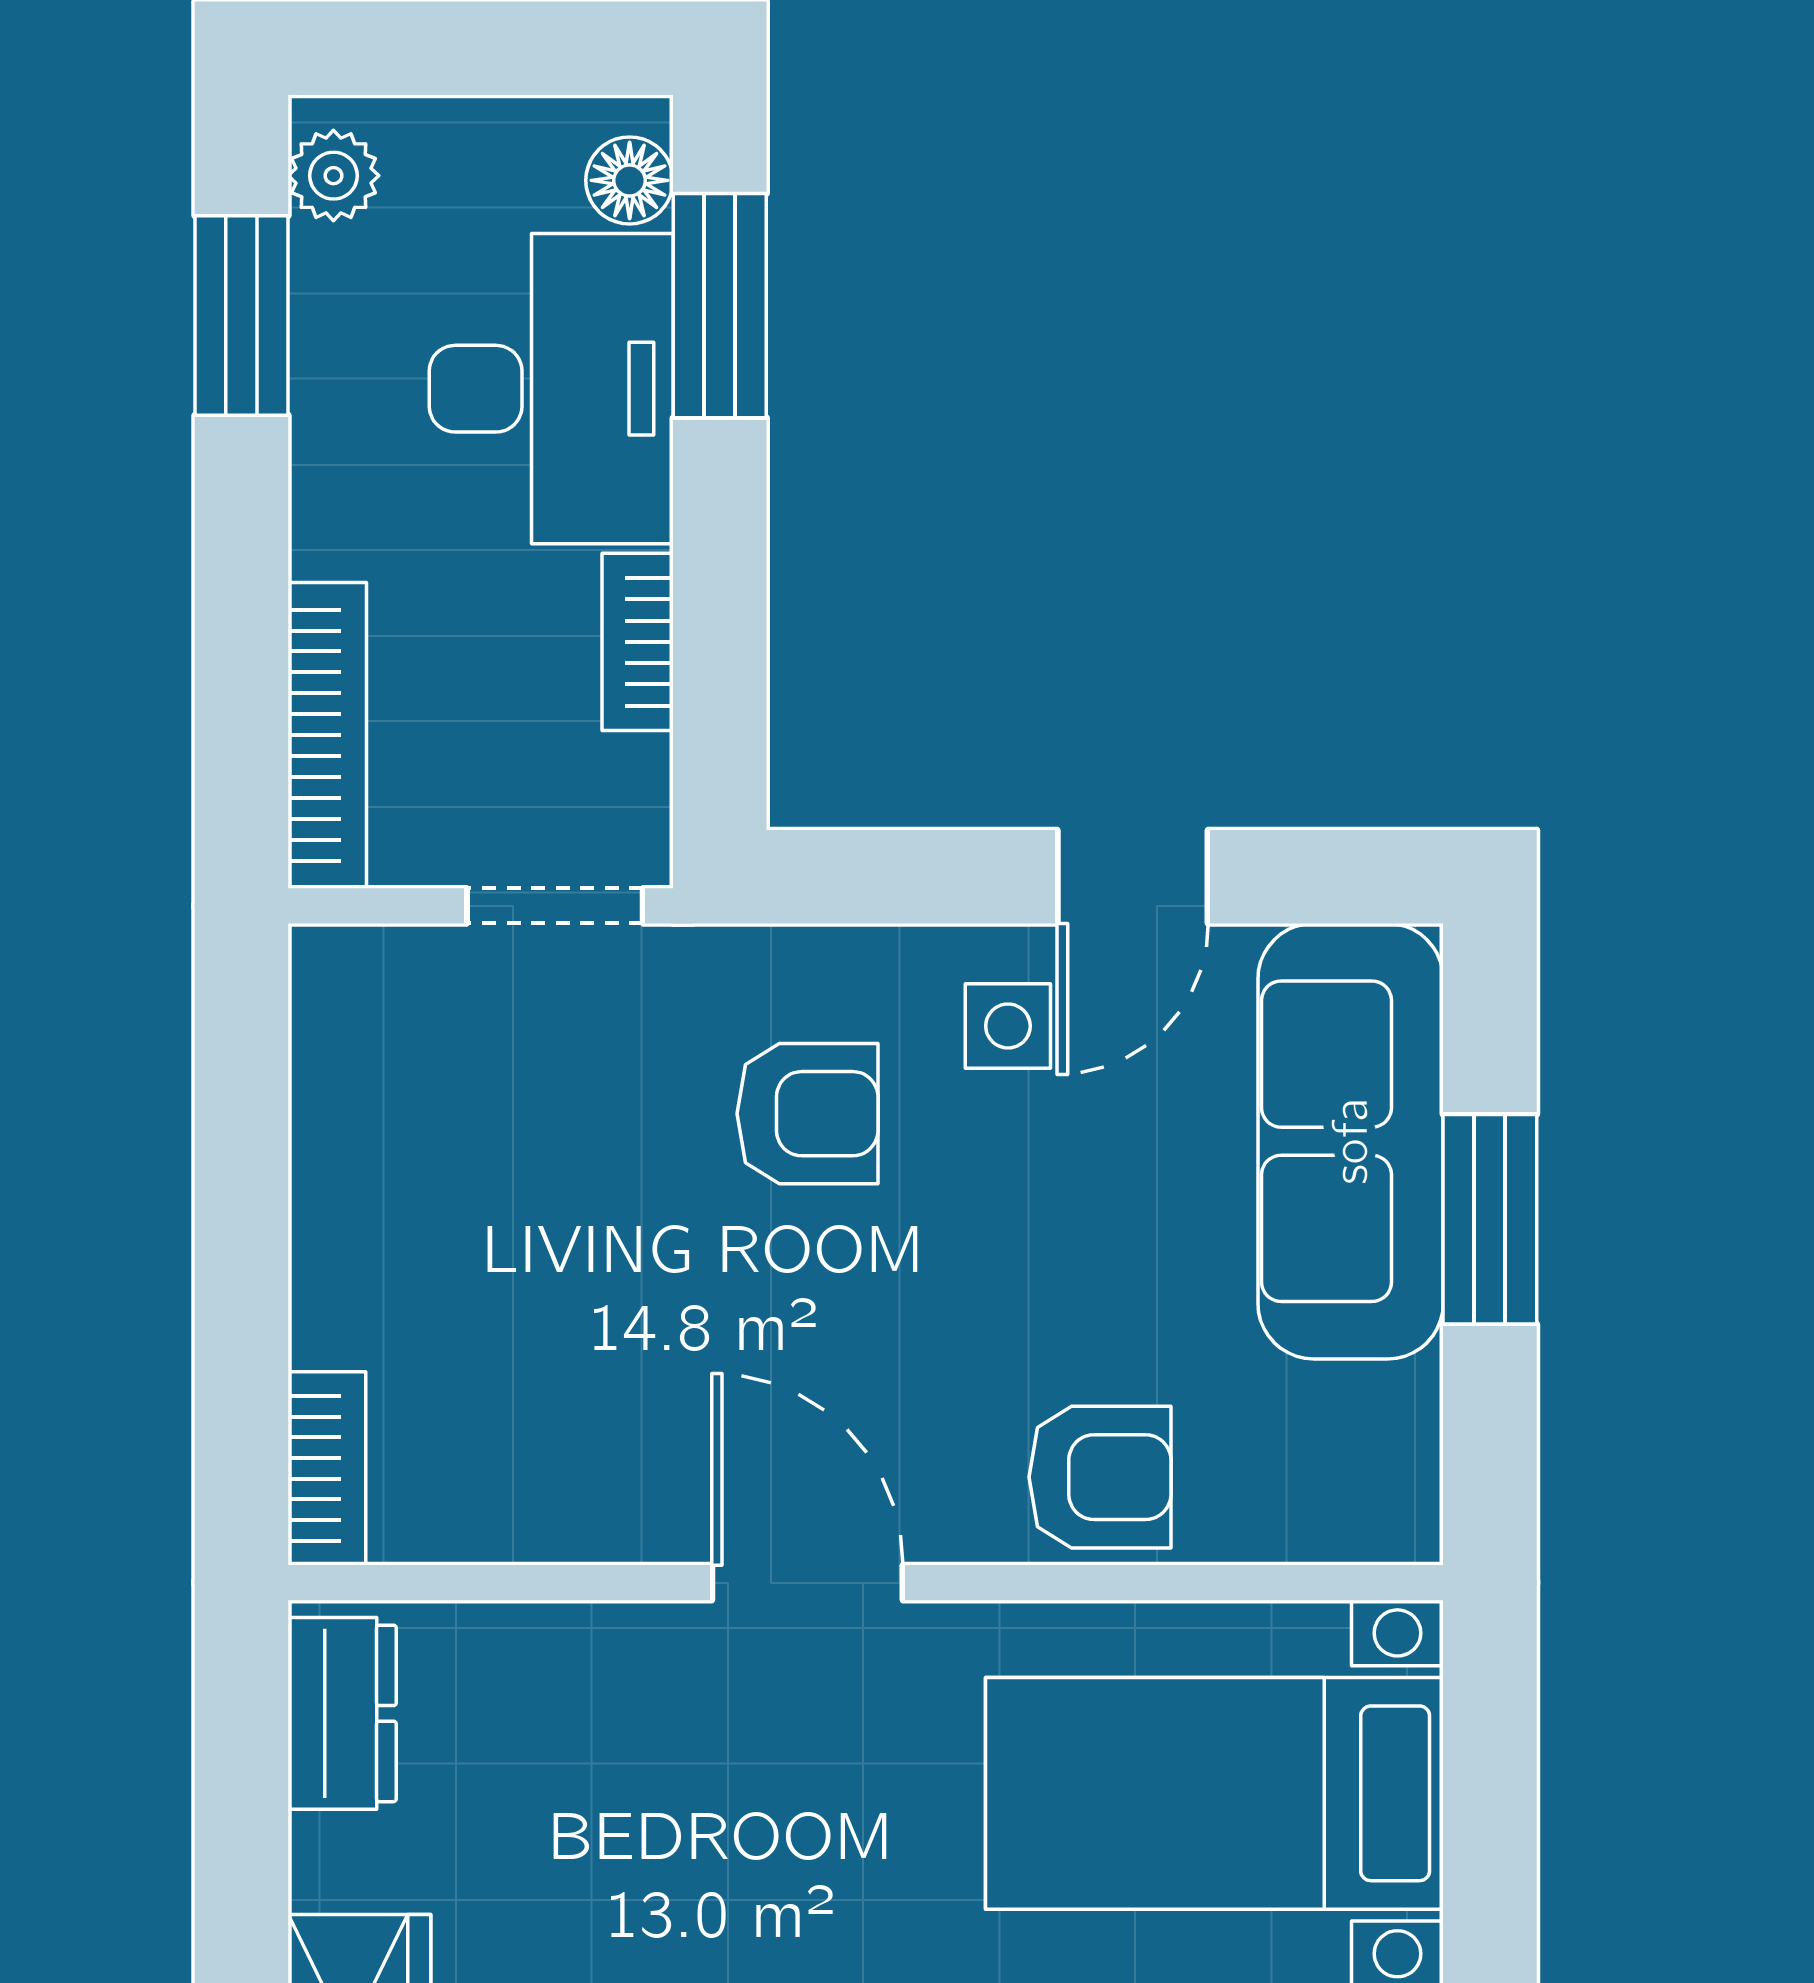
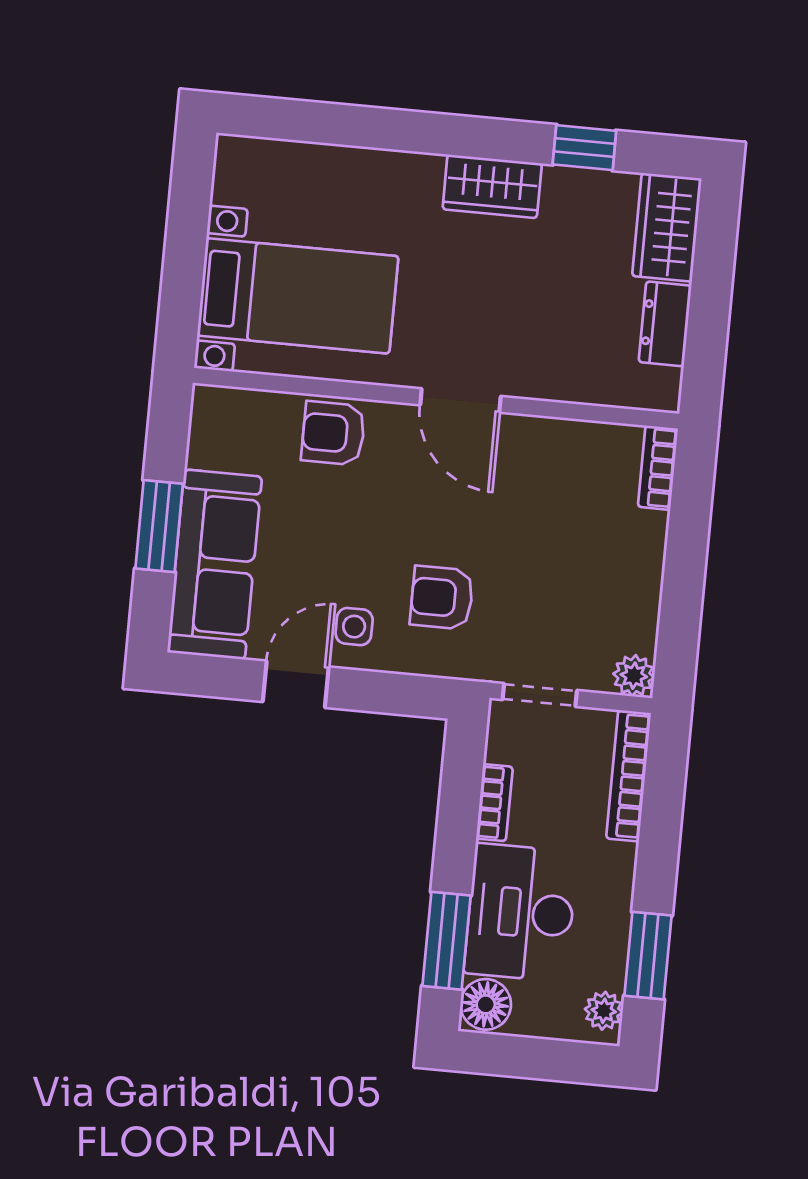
floor lamp: (630, 180) -> (486, 1004), width x1.37, depth x1.37
plant: (337, 973) -> (634, 676), added
dresser: (342, 1713) -> (665, 324), moved

